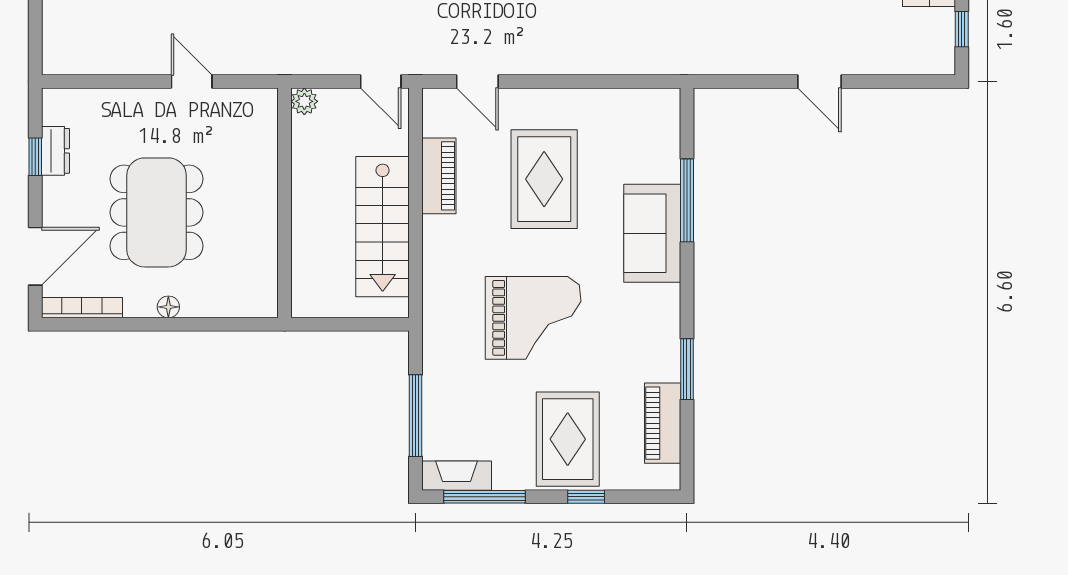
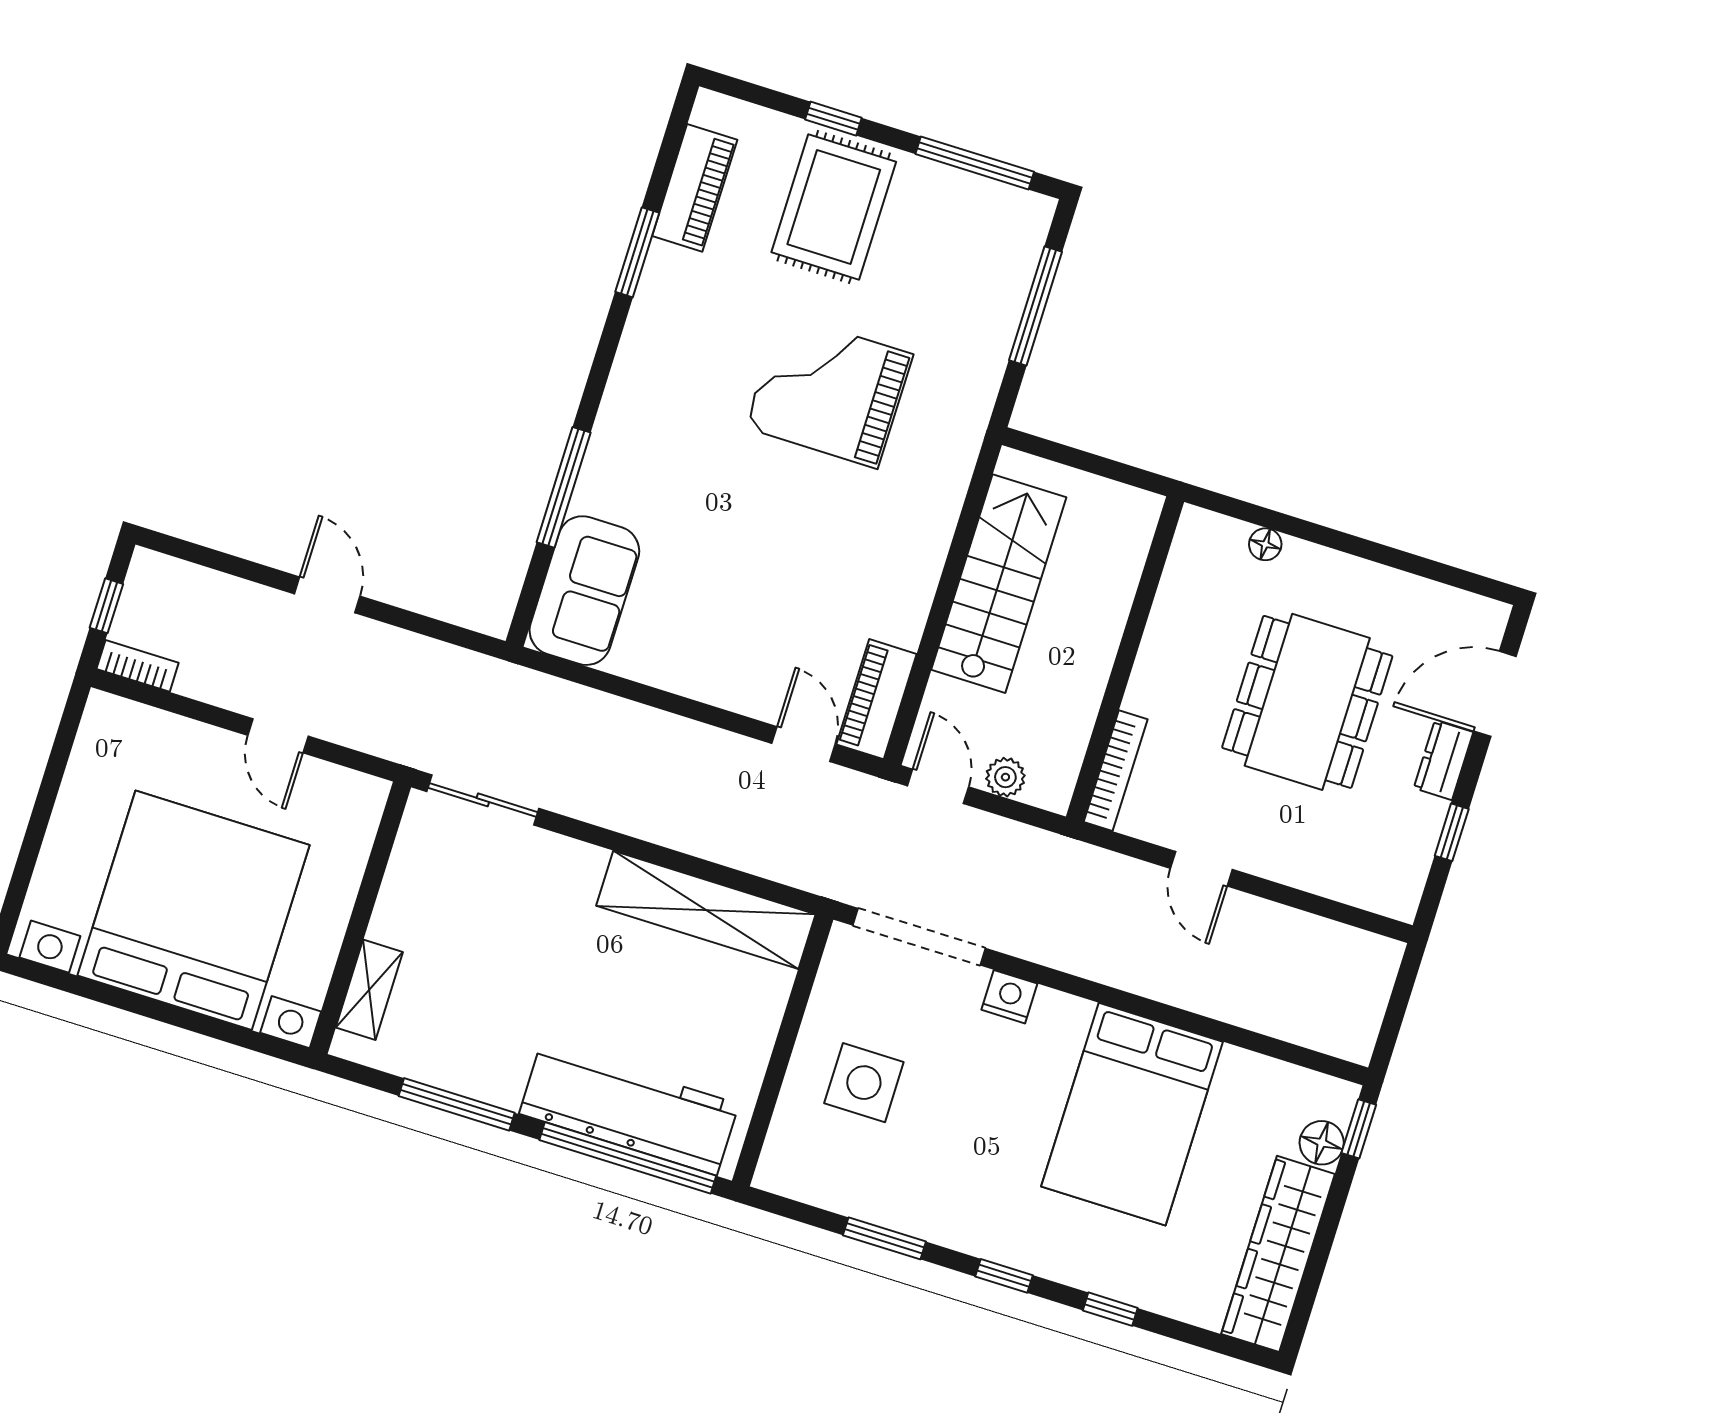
plant: (304, 101) -> (1005, 777), moved
dresser: (56, 151) -> (1443, 760), moved
piano: (439, 176) -> (877, 699), moved
rug: (544, 179) -> (753, 579), removed
sofa: (652, 233) -> (584, 591), moved
floor lamp: (168, 307) -> (1265, 544), moved
bookcase: (82, 308) -> (1116, 771), moved, turned -90
fireplace: (457, 476) -> (1004, 205), removed

